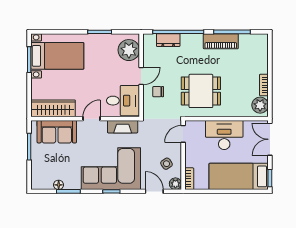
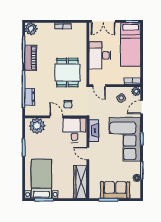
plant: (260, 105) -> (31, 29), moved
sofa: (57, 132) -> (115, 190), moved, turned -90

